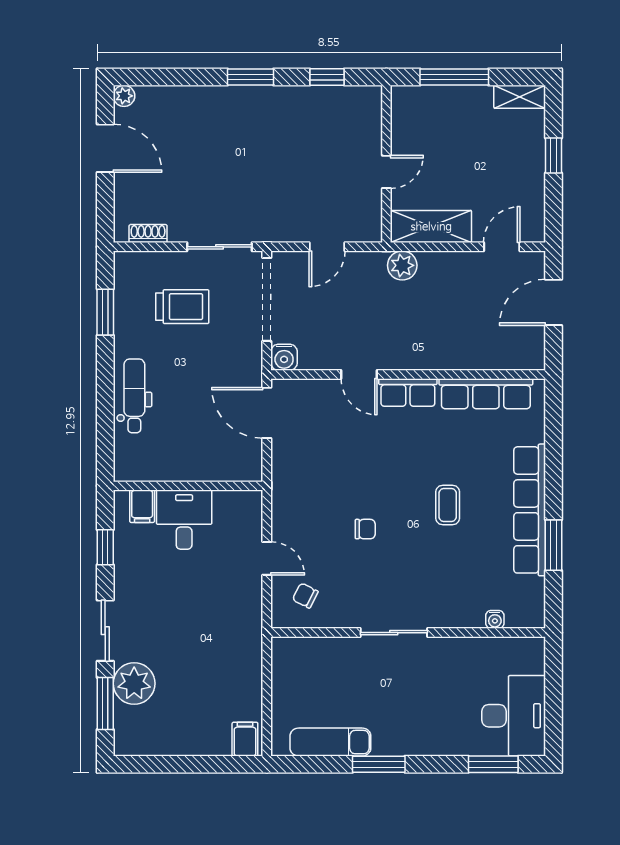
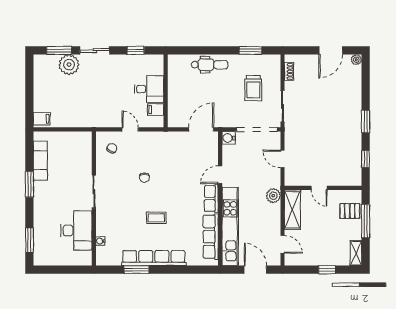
pallet: (433, 109) -> (350, 211), added
kitchen unit: (465, 354) -> (230, 226), added
filing cabinet: (142, 506) -> (156, 110), moved
door: (267, 558) -> (130, 129), swing flipped
desk: (514, 716) -> (76, 230), moved, turned -90

